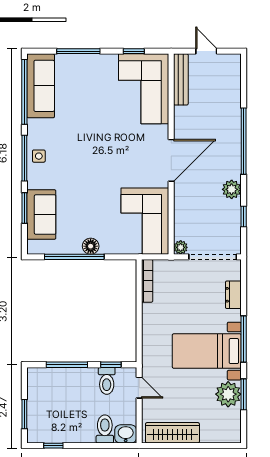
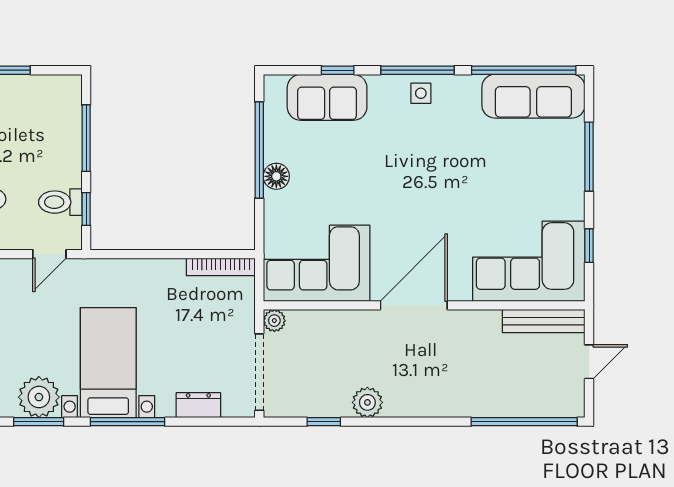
window: (244, 141) -> (524, 422), moved
door: (171, 160) -> (414, 305), swing flipped
window: (24, 208) -> (338, 70), width x0.67

